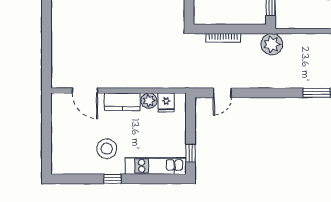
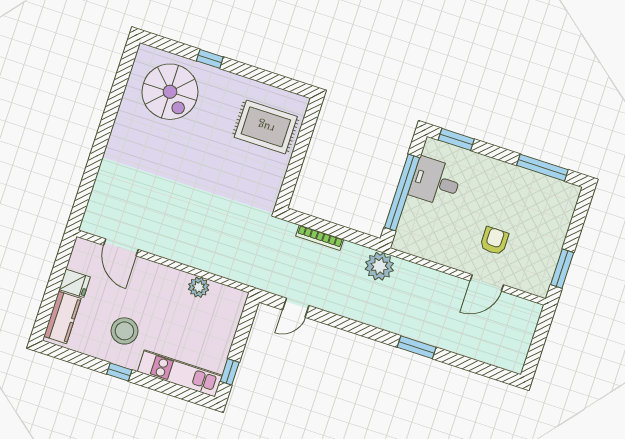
kitchen counter: (122, 102) -> (62, 317), moved, turned -90
fridge: (166, 102) -> (75, 283), moved, turned -90

